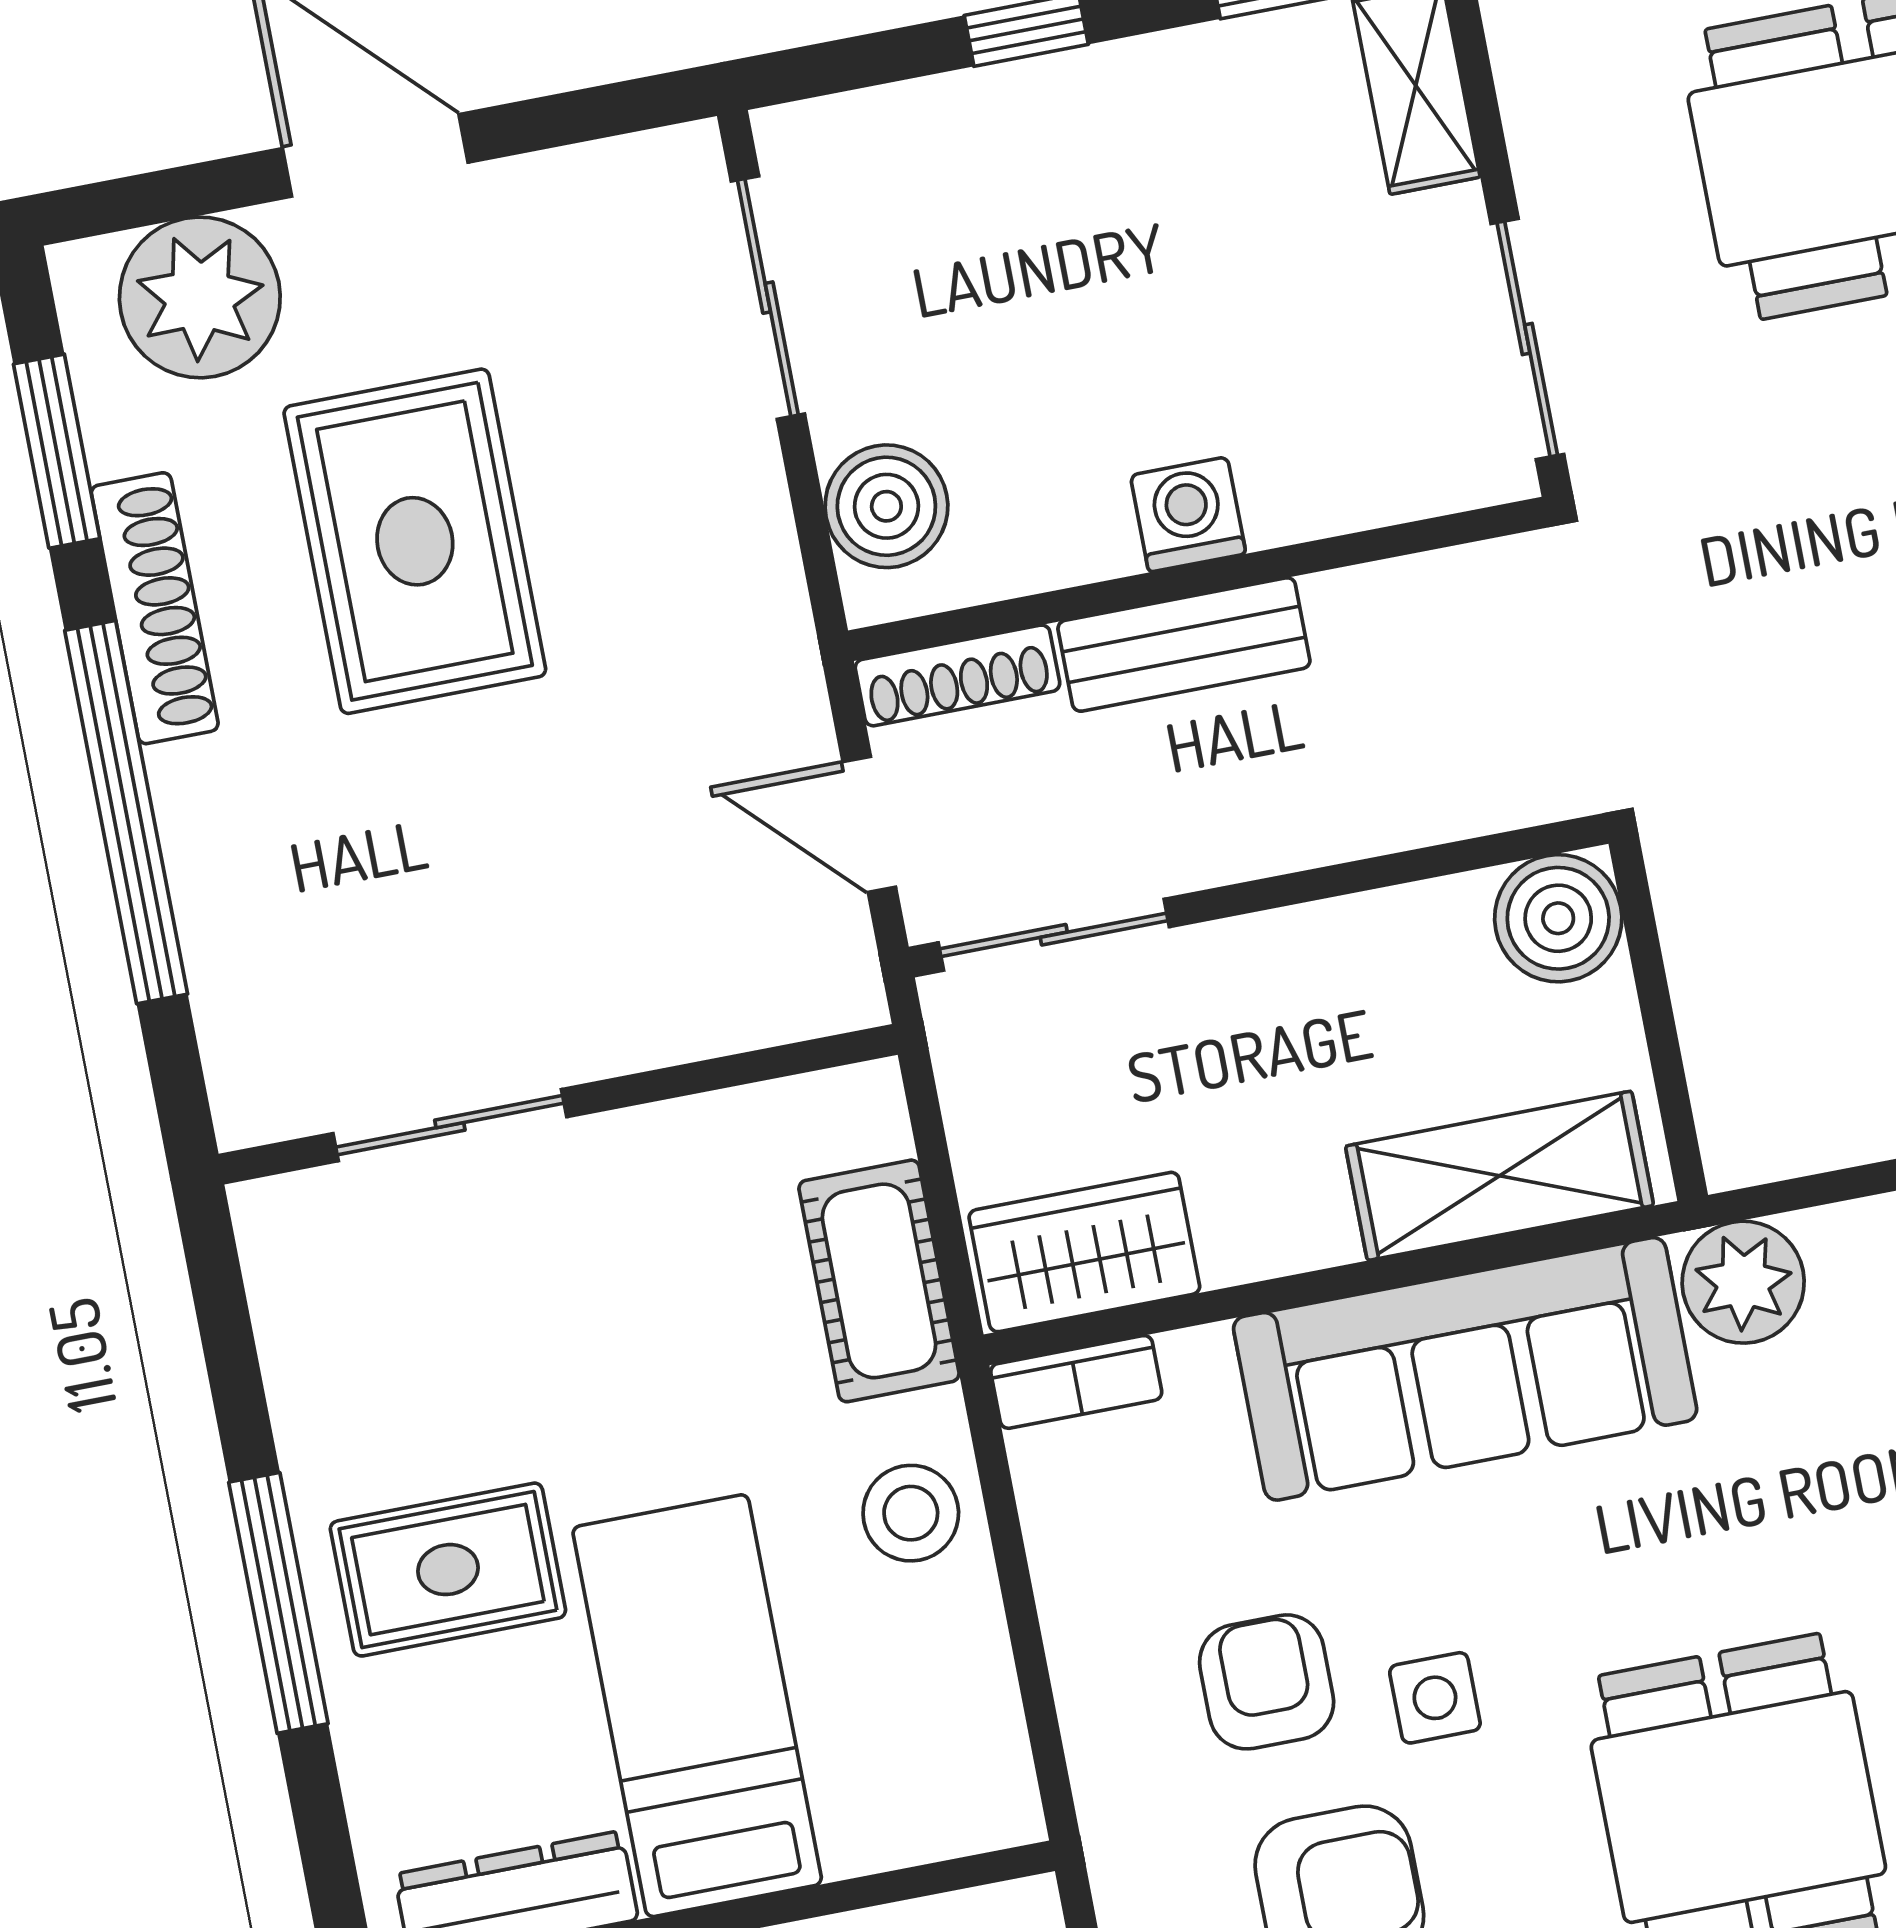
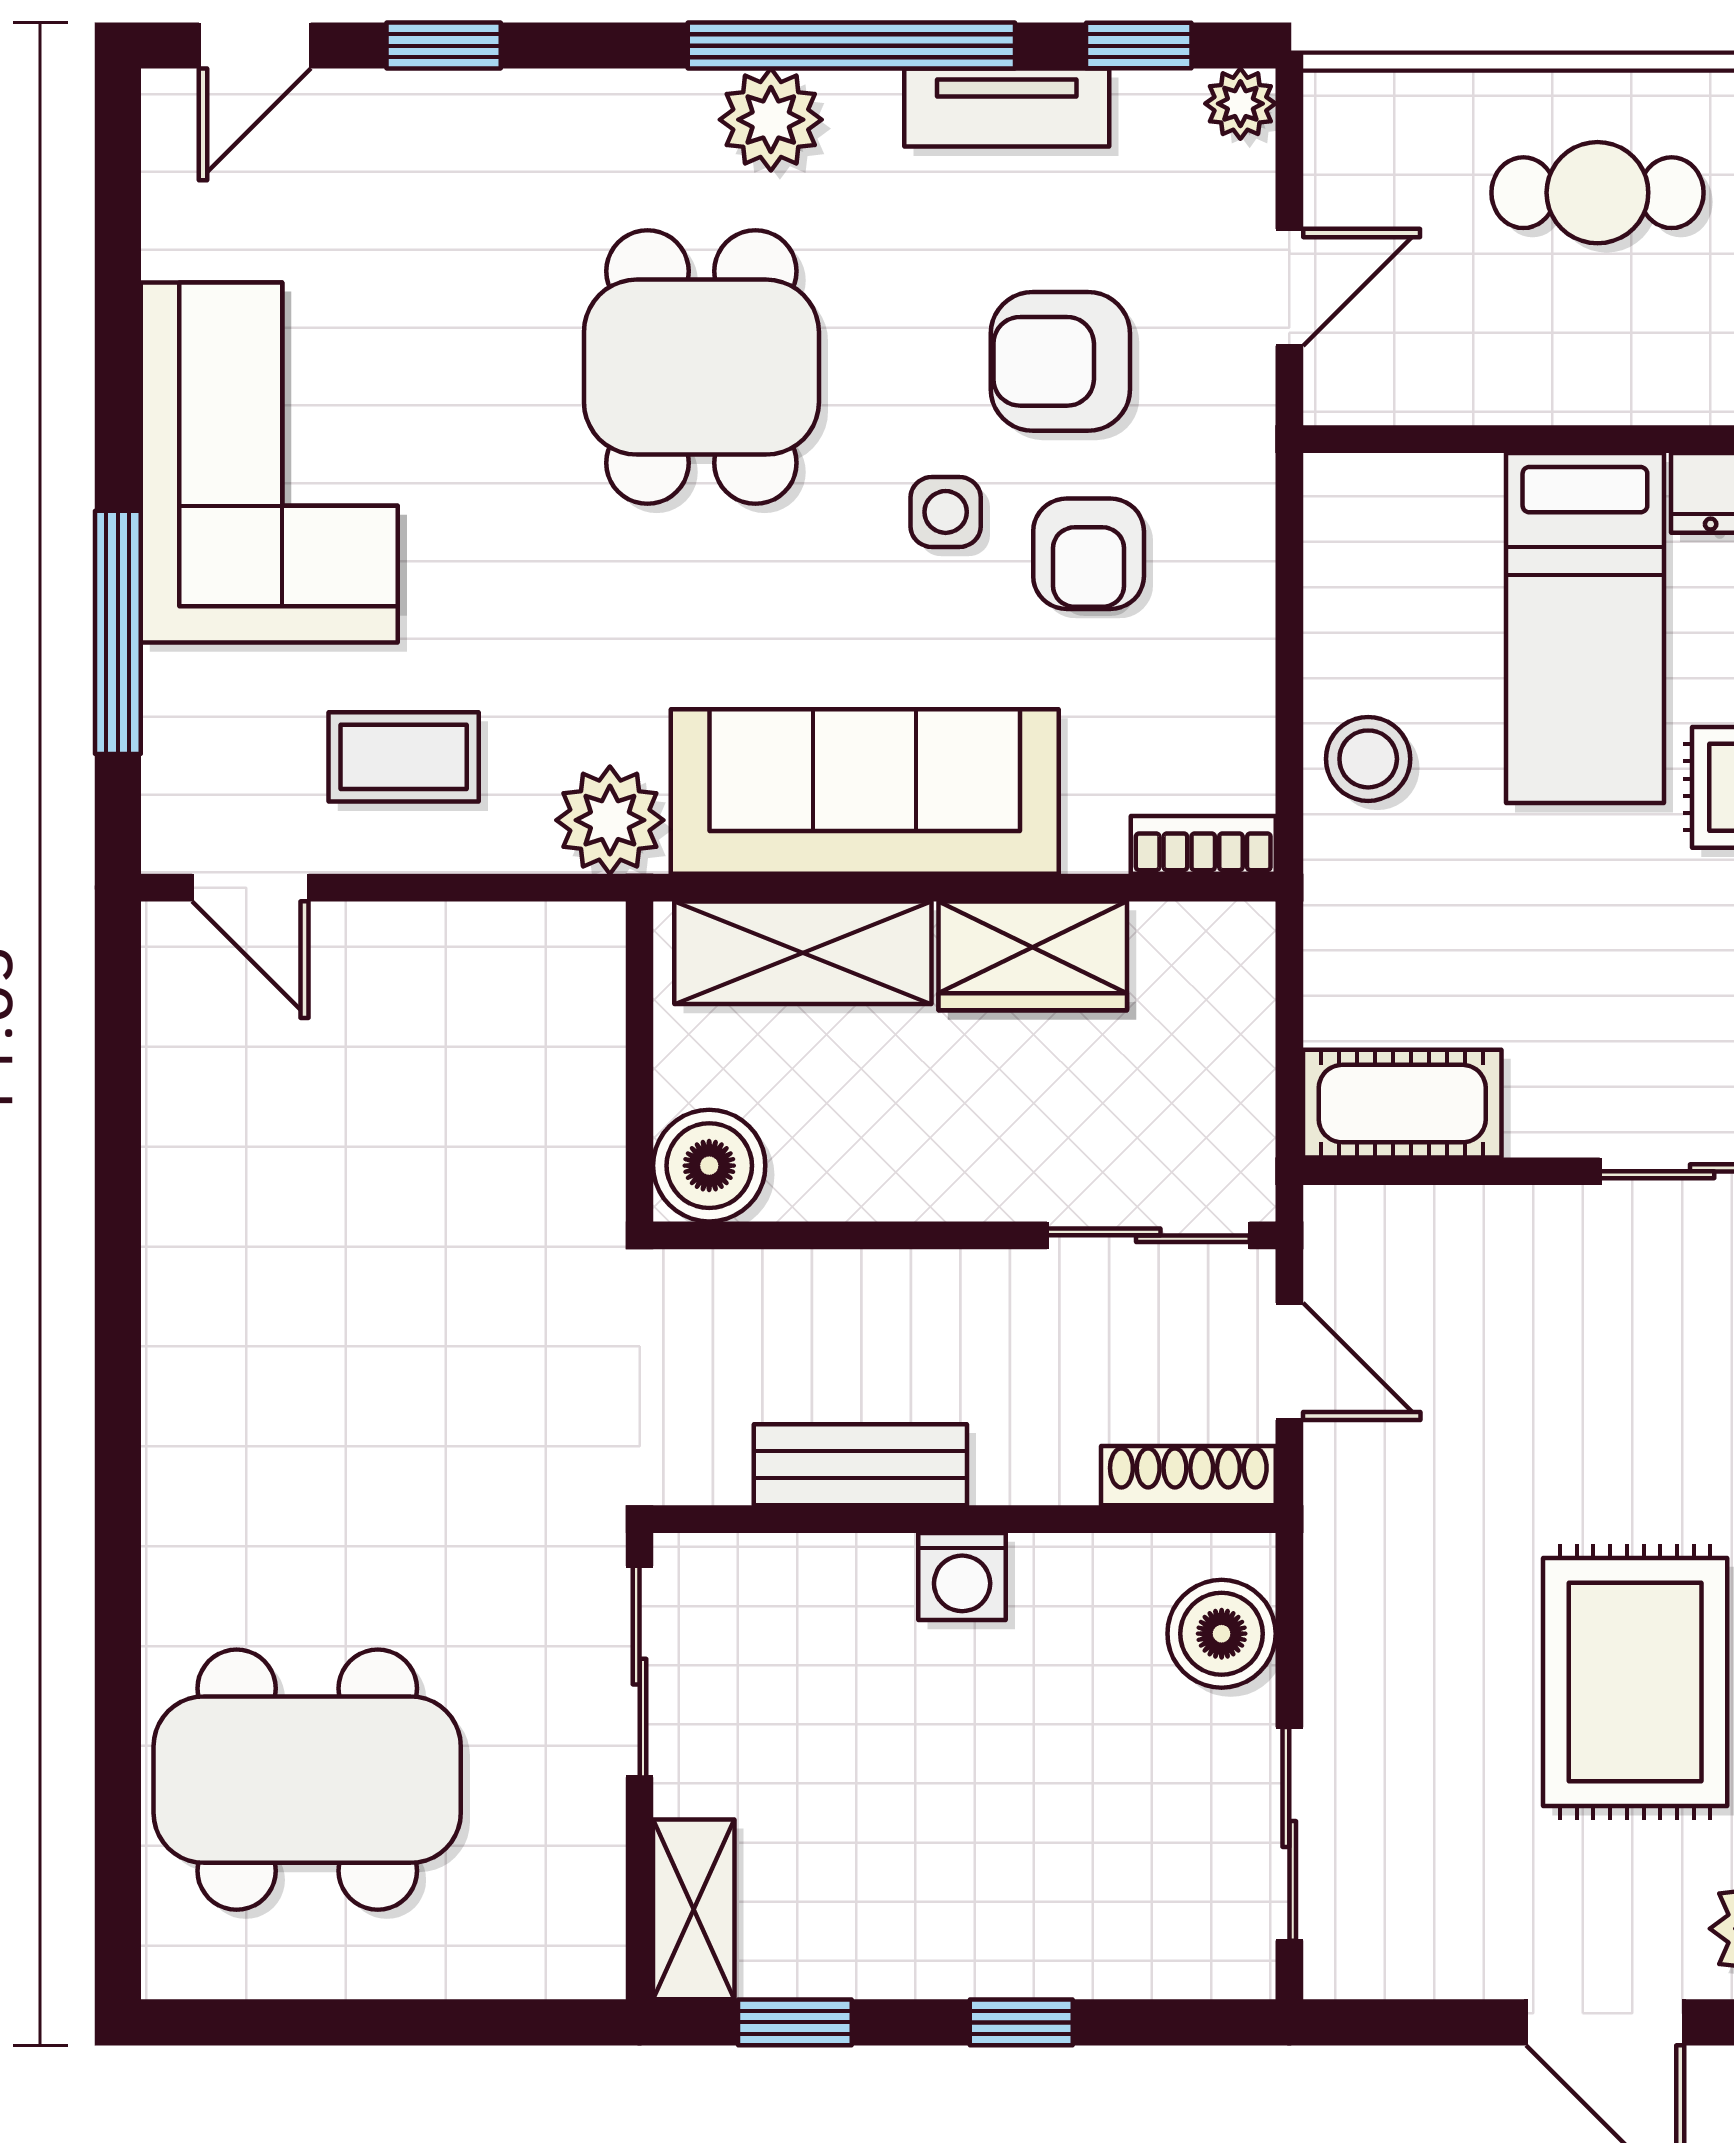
bench: (1184, 644) -> (860, 1465), moved
wardrobe: (1084, 1252) -> (1033, 956), moved
cot: (879, 1281) -> (1402, 1104), moved, turned 90

